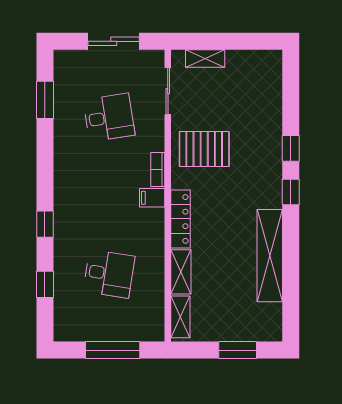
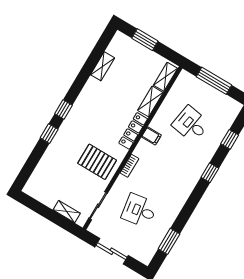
filing cabinet: (152, 198) -> (151, 136), moved
shelving: (270, 256) -> (103, 66), width x0.45, depth x0.75

